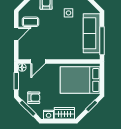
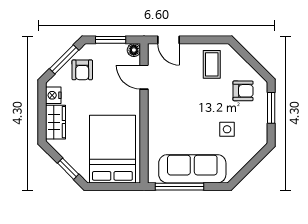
door: (16, 34) -> (168, 40), moved

